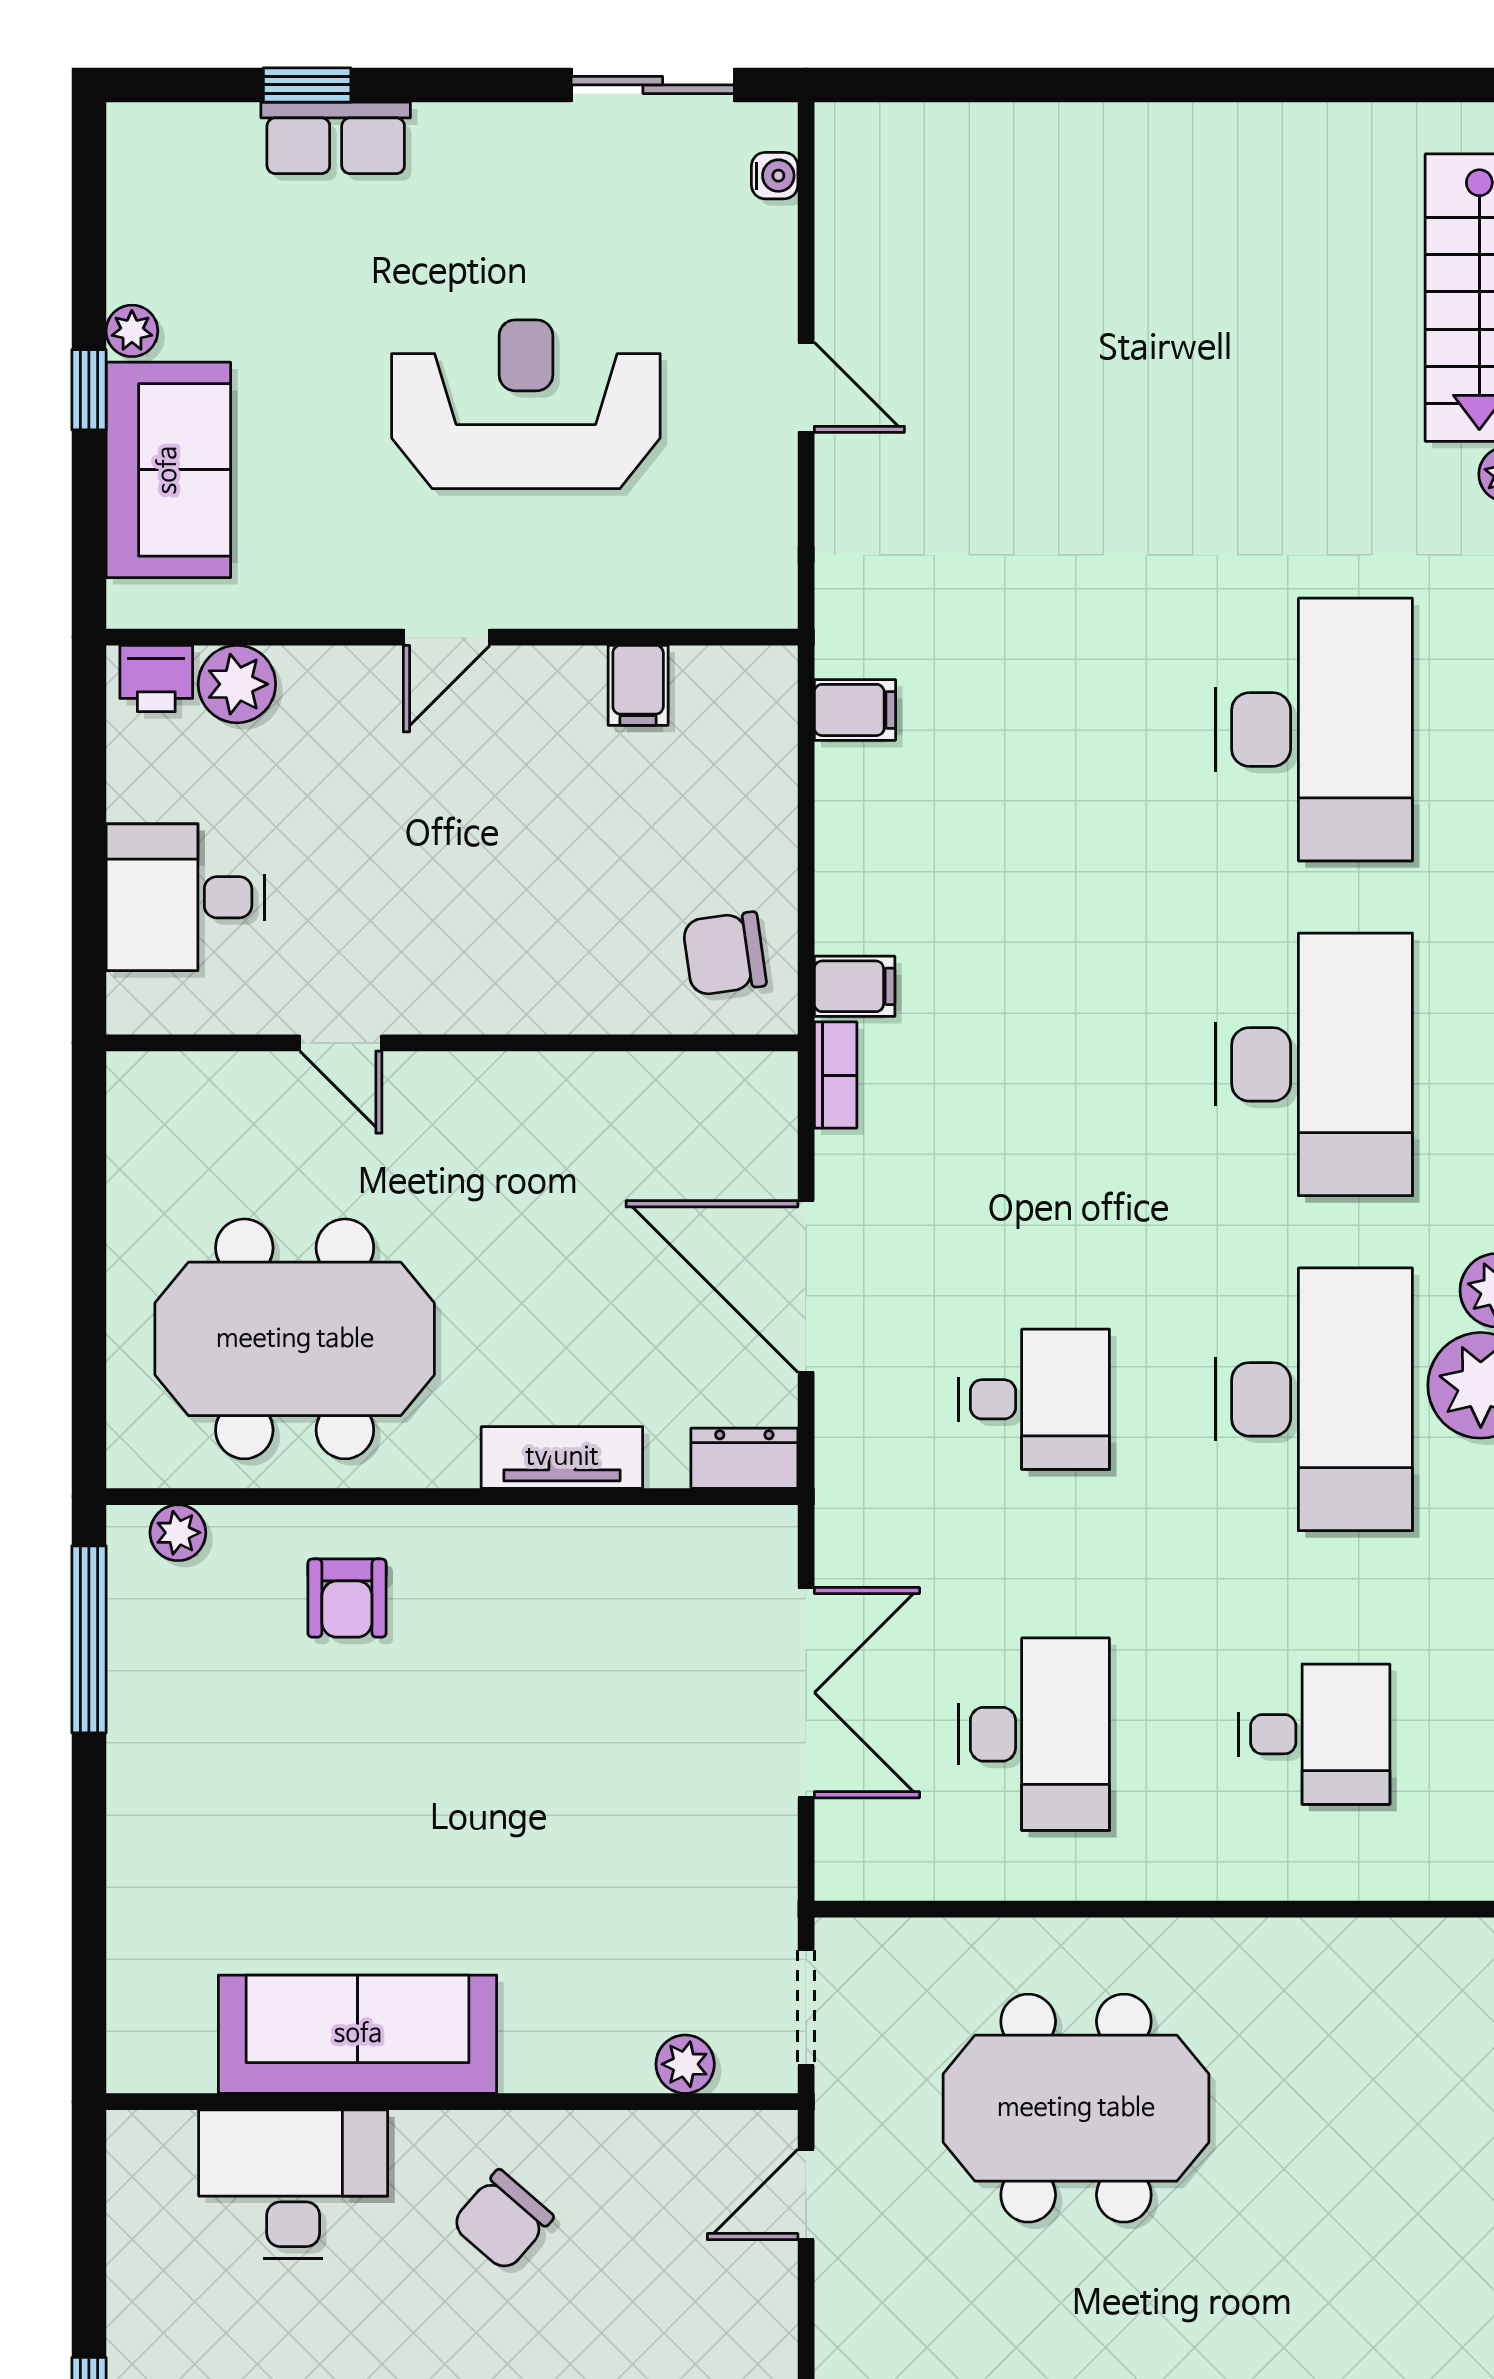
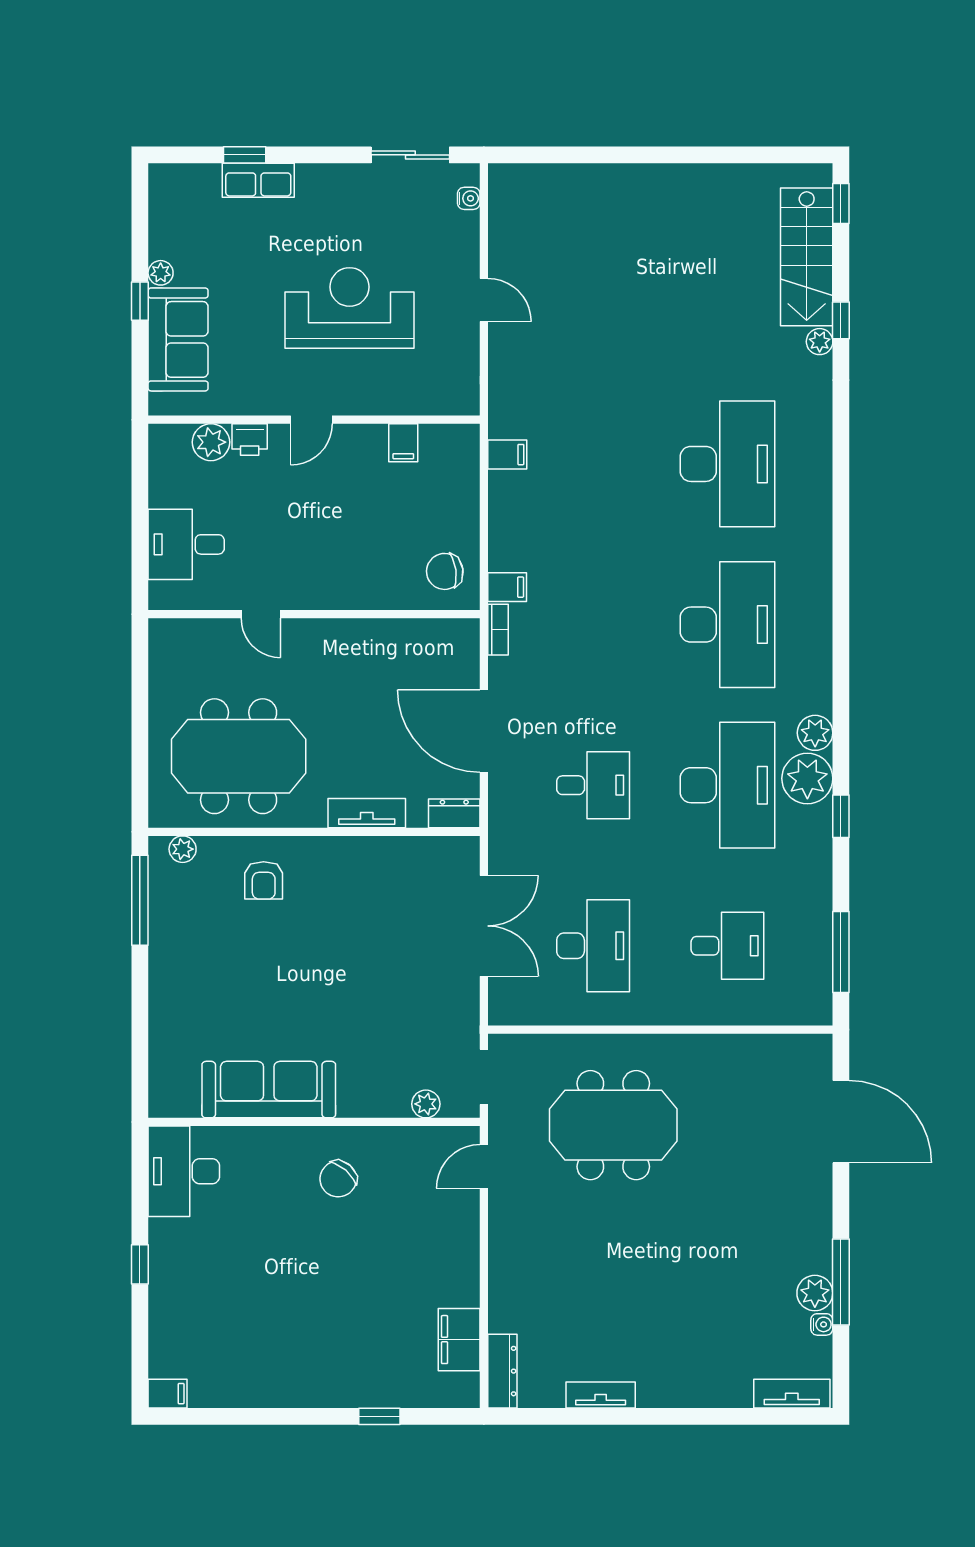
printer: (156, 679) -> (250, 440), moved
desk: (293, 2184) -> (184, 1171), moved, turned -90

